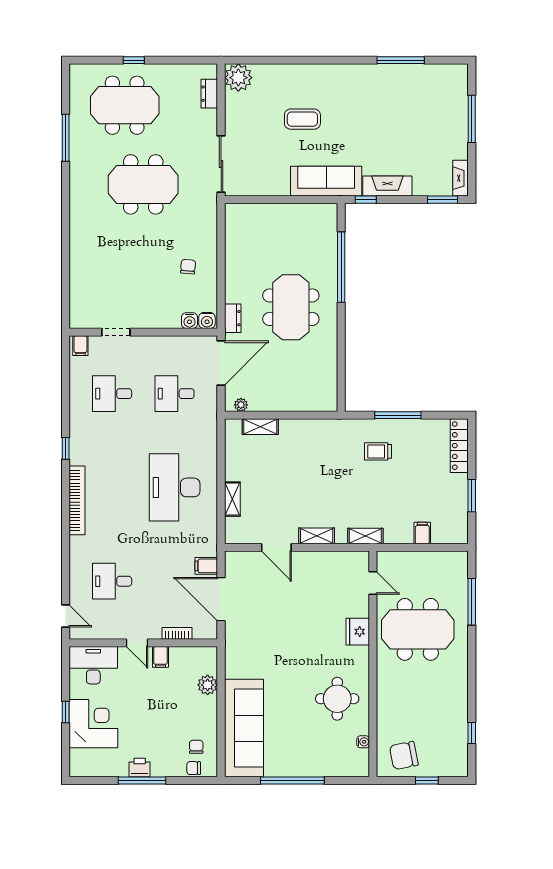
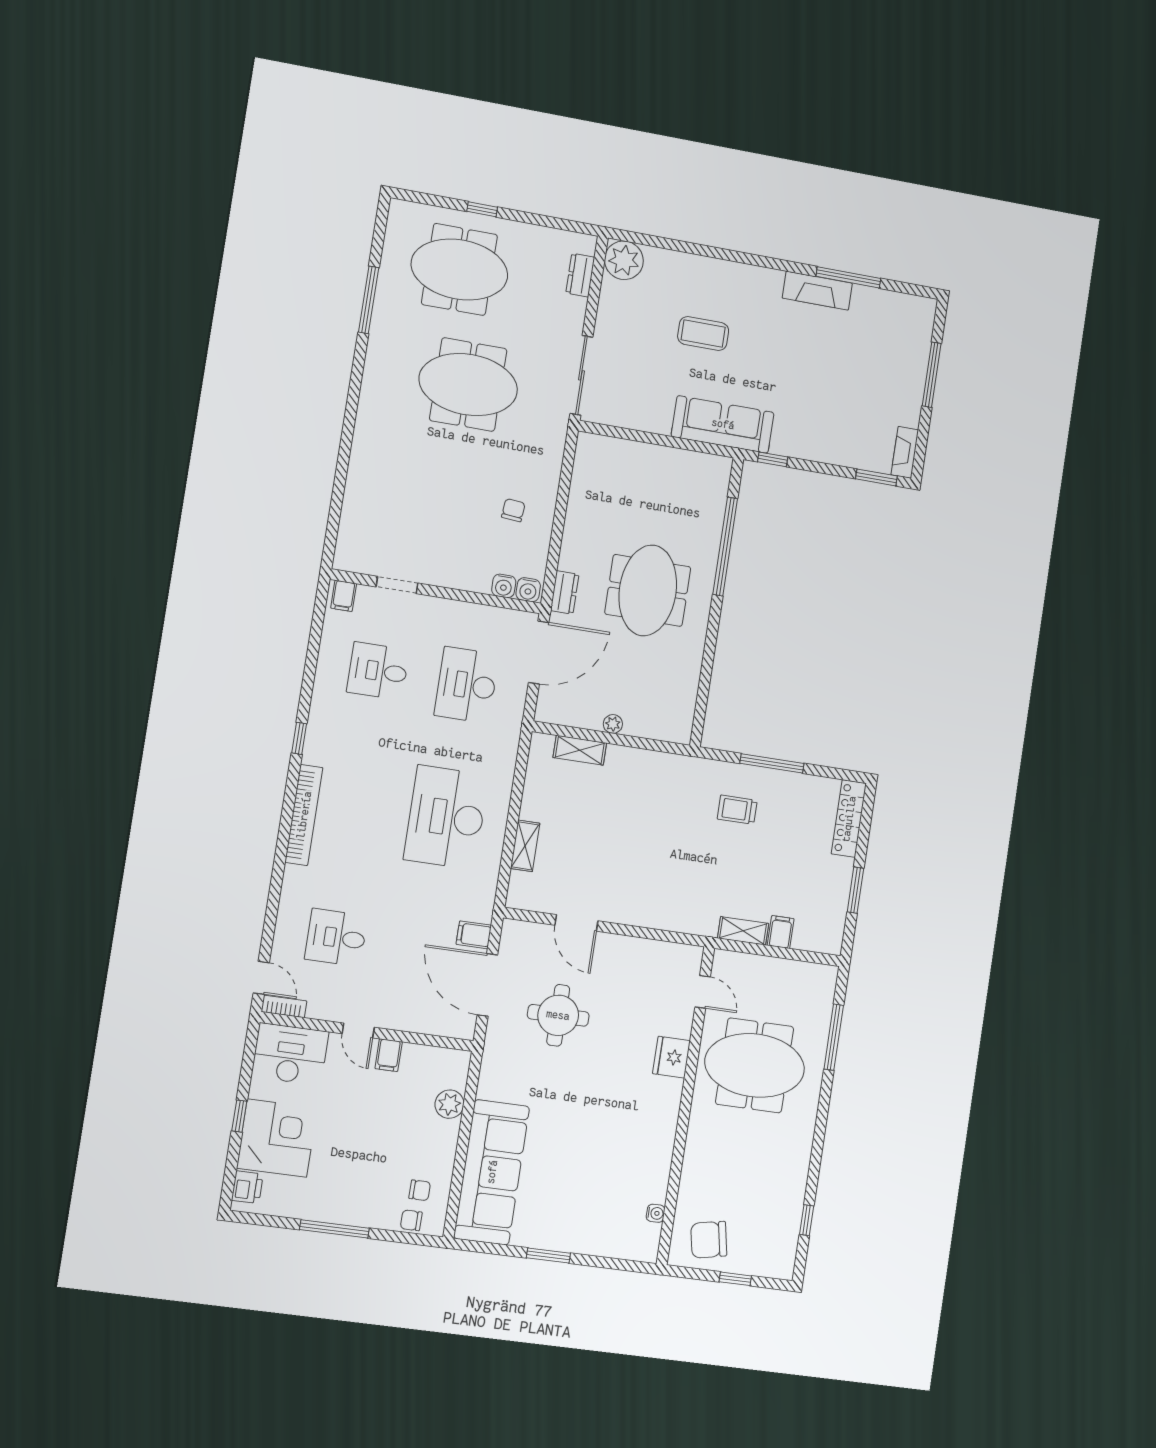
fireplace: (387, 186) -> (817, 291), moved, turned 180
desk: (175, 394) -> (467, 685), width x1.37
plant: (241, 405) -> (613, 724), moved
shelving: (317, 536) -> (635, 915), removed
shelving: (365, 536) -> (743, 931), moved
bookcase: (177, 633) -> (284, 1006), moved
round table: (337, 699) -> (558, 1015), moved
chair: (196, 747) -> (420, 1190), turned 90
printer: (140, 768) -> (247, 1187), moved, turned 90
window: (292, 781) -> (548, 1256), width x0.47

